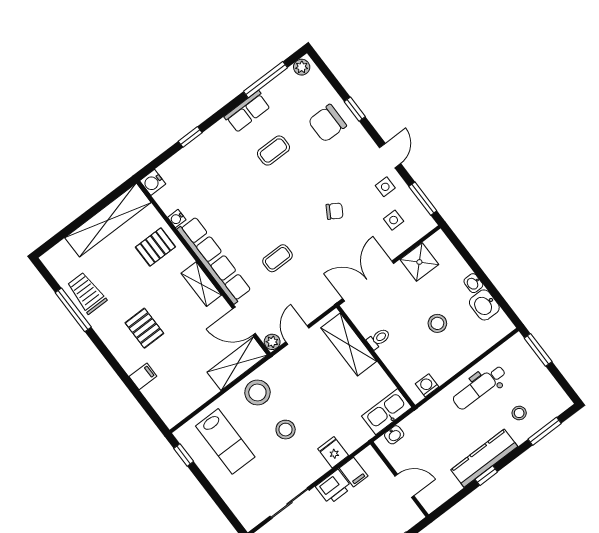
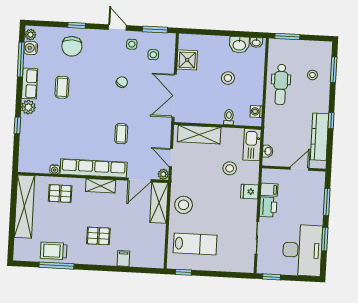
plant: (220, 132) -> (28, 107), added
water cooler: (153, 182) -> (31, 48), moved, turned 90
pallet: (155, 247) -> (60, 193), turned 90
washbasin: (473, 283) -> (256, 43), moved
toilet: (379, 339) -> (229, 117), moved
stool: (286, 430) -> (230, 168), moved
kitchen counter: (484, 458) -> (320, 137), moved

